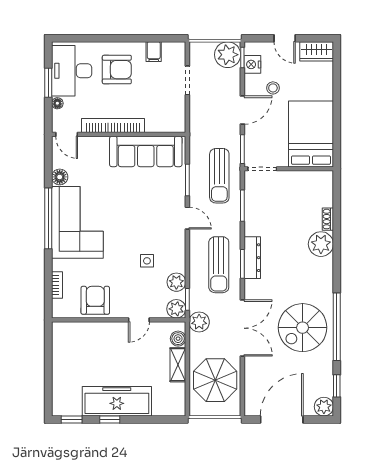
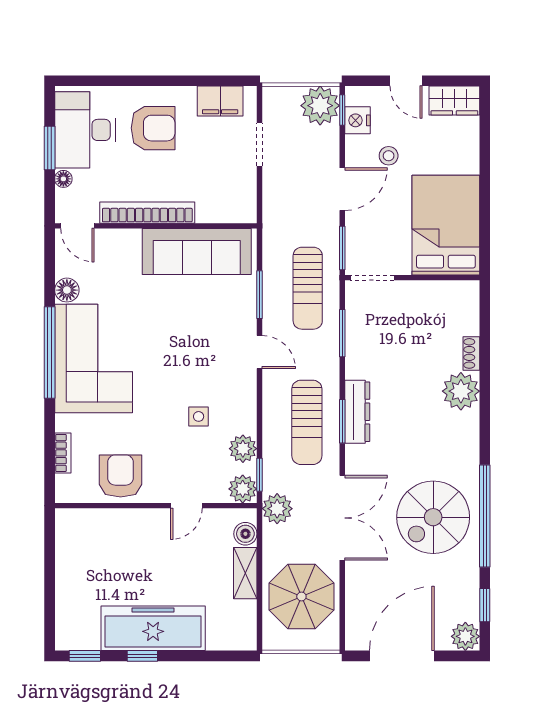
filing cabinet: (154, 52) -> (220, 101), width x2.00

